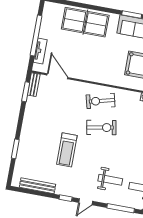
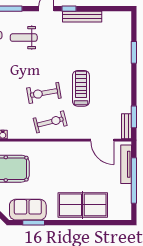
tv unit: (40, 51) -> (126, 164), width x1.41
treadmill: (67, 150) -> (81, 88), moved
bench: (38, 186) -> (82, 17), moved

